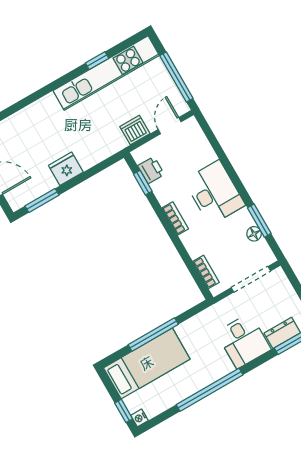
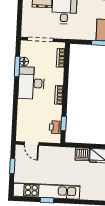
window: (176, 77) -> (12, 166), width x0.46
door: (170, 126) -> (32, 144), hinge flipped
dishwasher: (135, 130) -> (82, 154), moved
desk: (214, 193) -> (31, 83), moved

